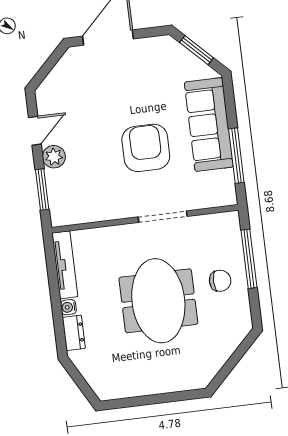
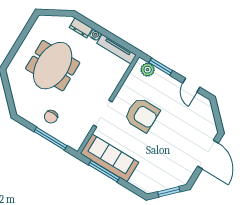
sofa: (209, 125) -> (110, 158), moved
armchair: (146, 148) -> (142, 115), moved
plant: (54, 157) -> (148, 70), moved
meeting table: (158, 301) -> (53, 66), moved, turned 90

